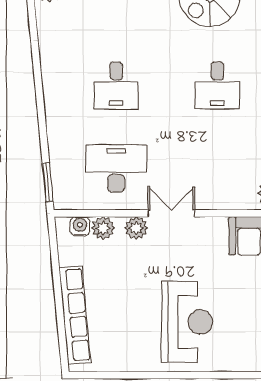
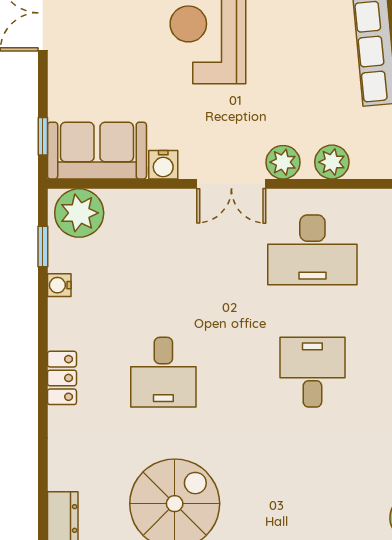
desk: (217, 86) -> (163, 372), turned 180
water cooler: (80, 226) -> (163, 165), moved

